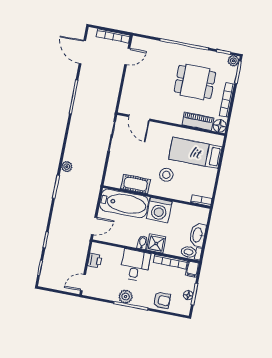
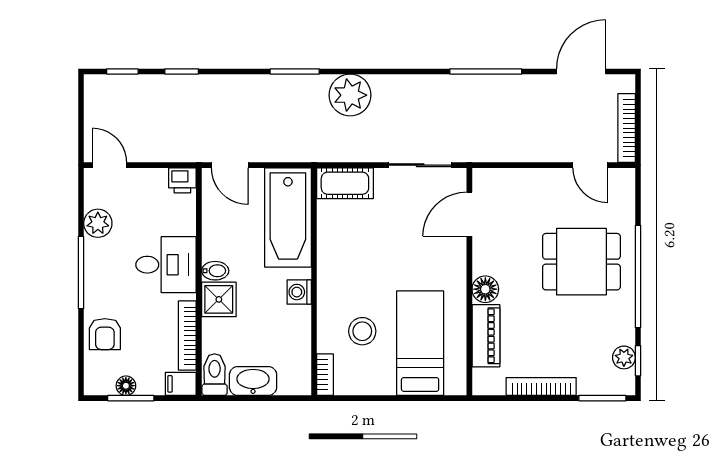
plant: (233, 61) -> (624, 357), moved
dining table: (195, 82) -> (581, 262), moved, turned 90
floor lamp: (220, 126) -> (485, 289), moved
plant: (67, 167) -> (350, 95), width x1.87, depth x1.87
stool: (166, 175) -> (362, 331), moved
cot: (136, 184) -> (345, 183), moved, turned 90
washing machine: (159, 210) -> (299, 292), width x0.53, depth x0.53
printer: (95, 260) -> (182, 180), moved
plant: (126, 297) -> (98, 223), moved

